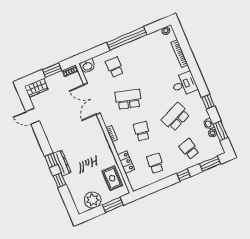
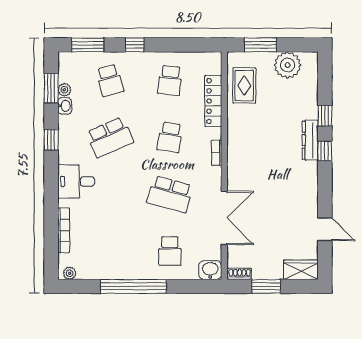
locker: (126, 162) -> (213, 101), width x1.53

